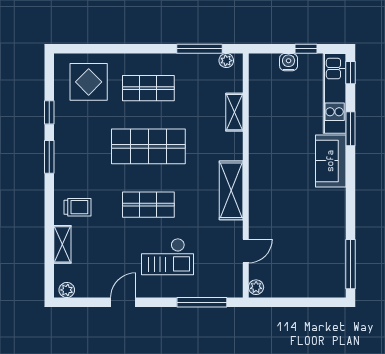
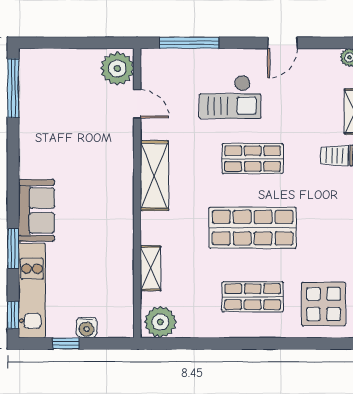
window: (199, 49) -> (192, 343), removed
plant: (226, 61) -> (160, 322), width x1.87, depth x1.87
door: (246, 251) -> (137, 104), swing flipped
checkout: (167, 257) -> (230, 97), turned 180
plant: (256, 287) -> (117, 69), width x1.88, depth x1.88

